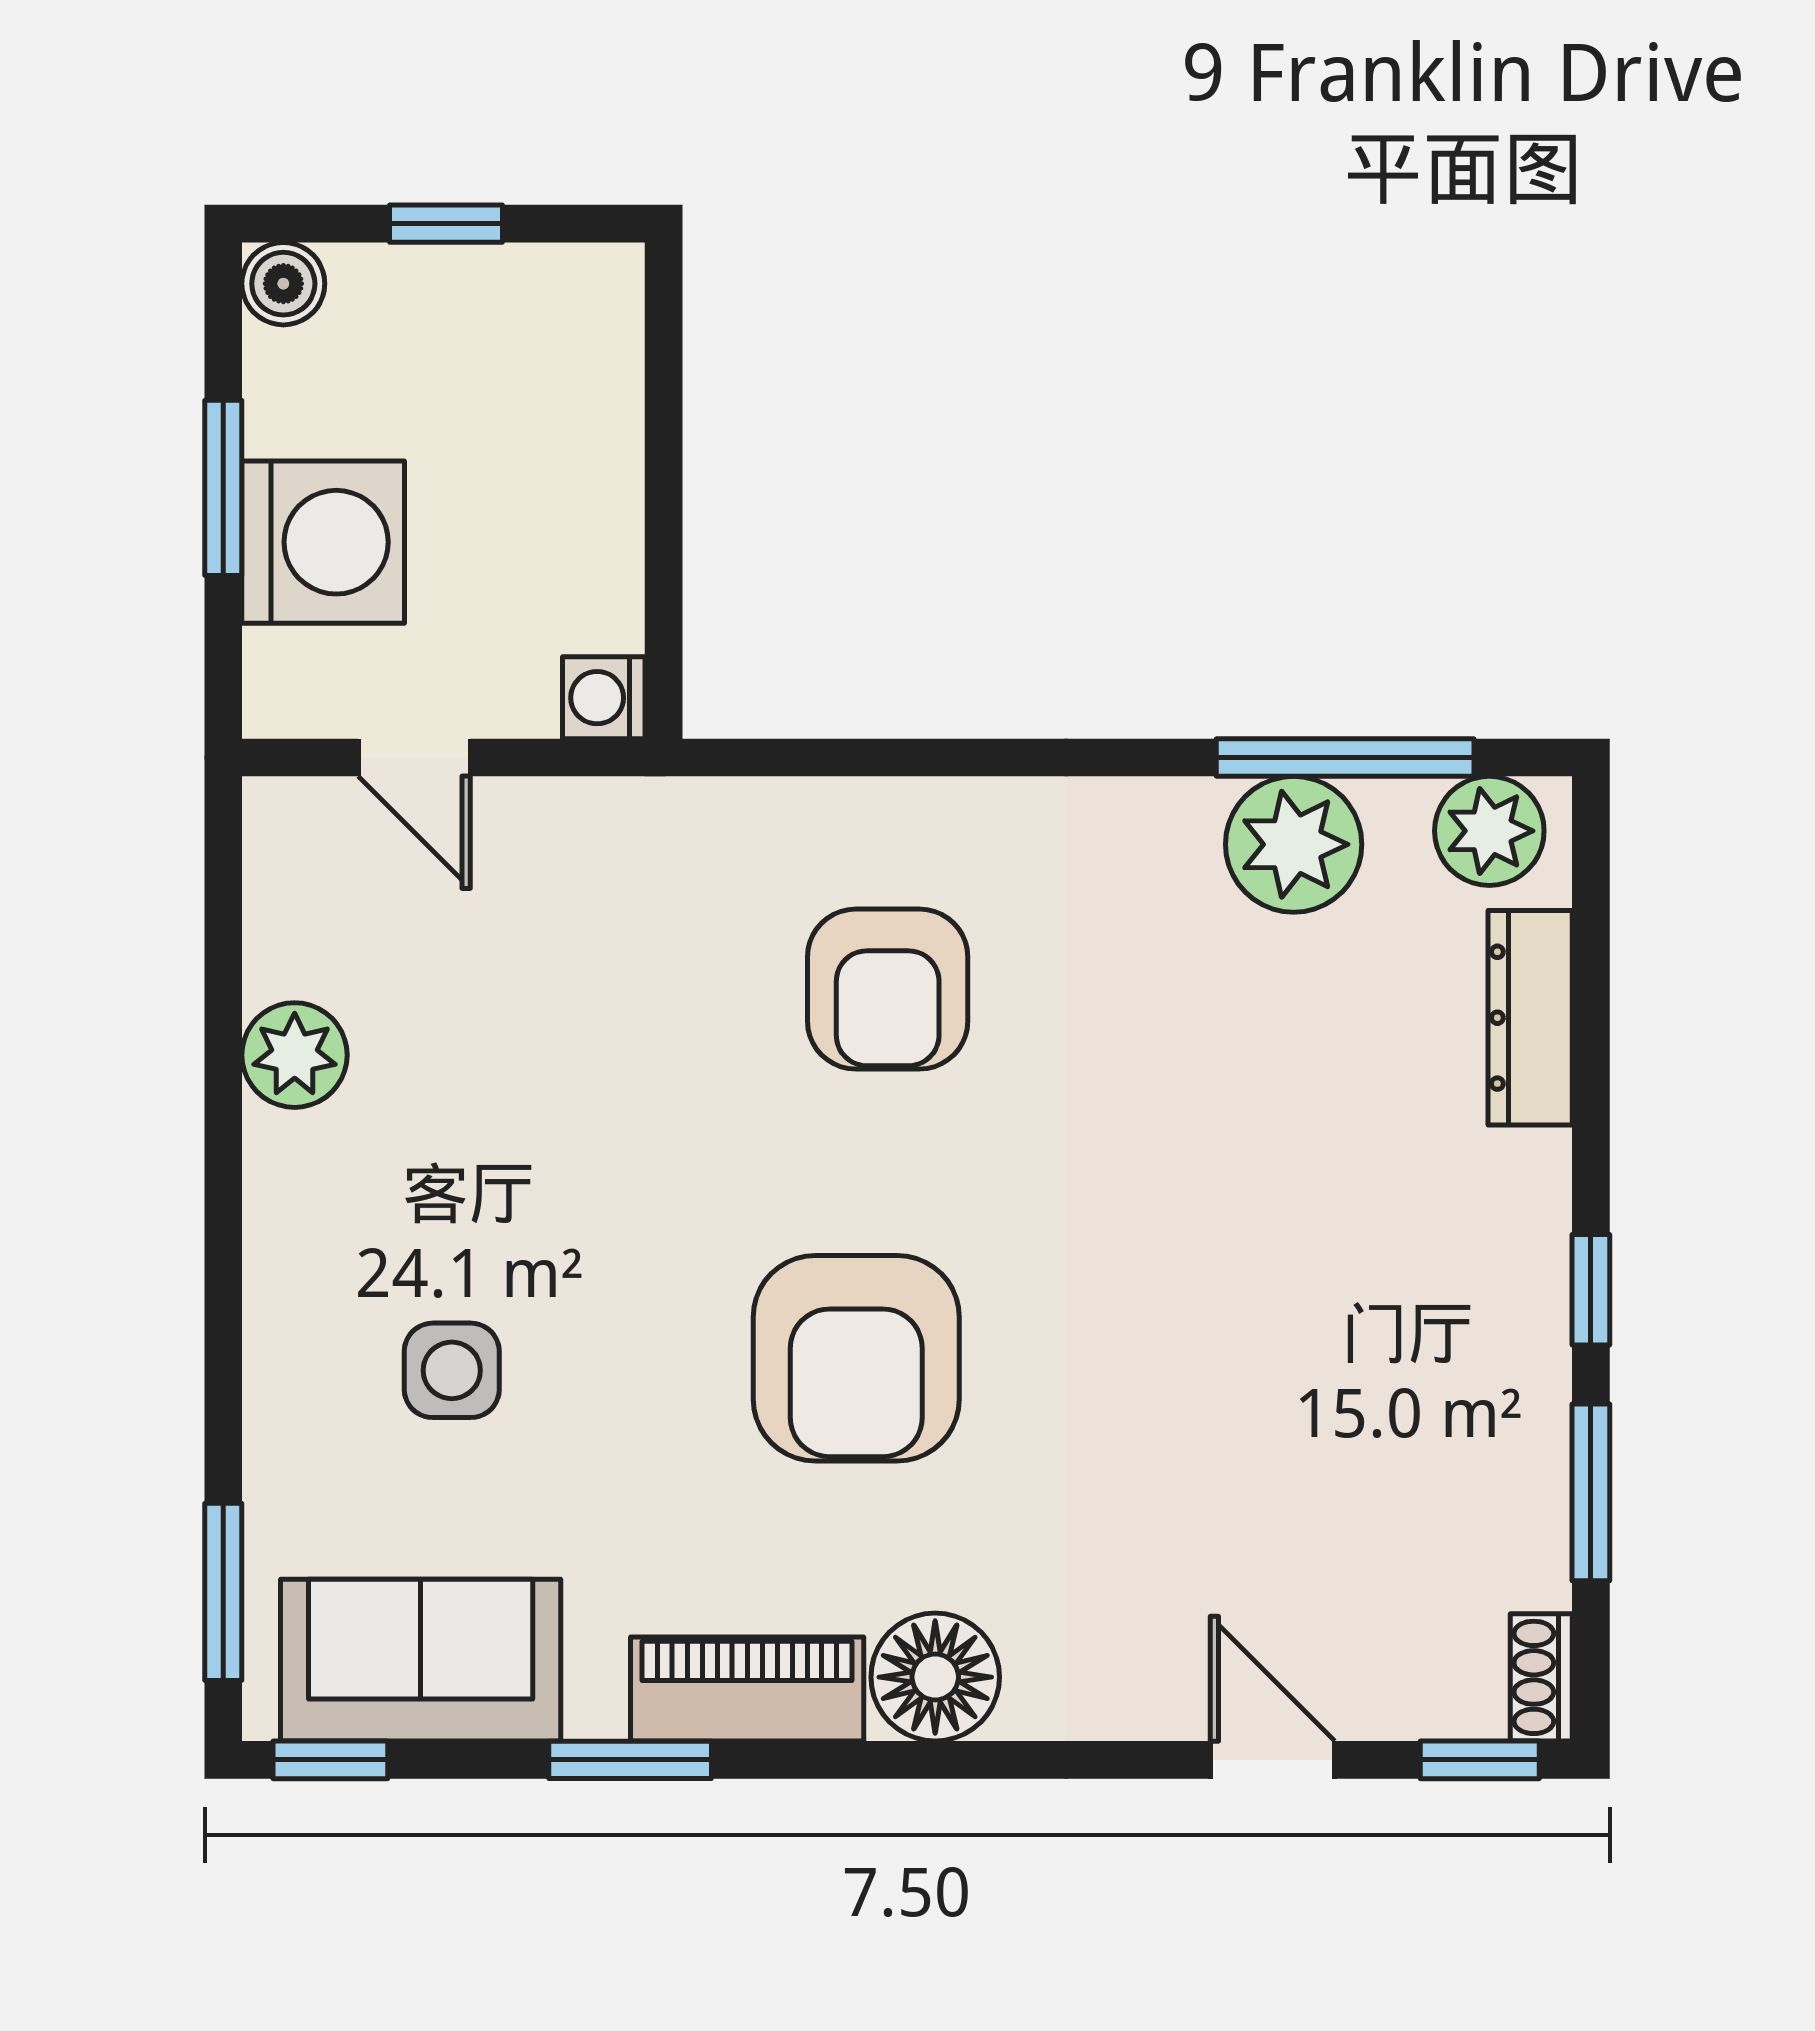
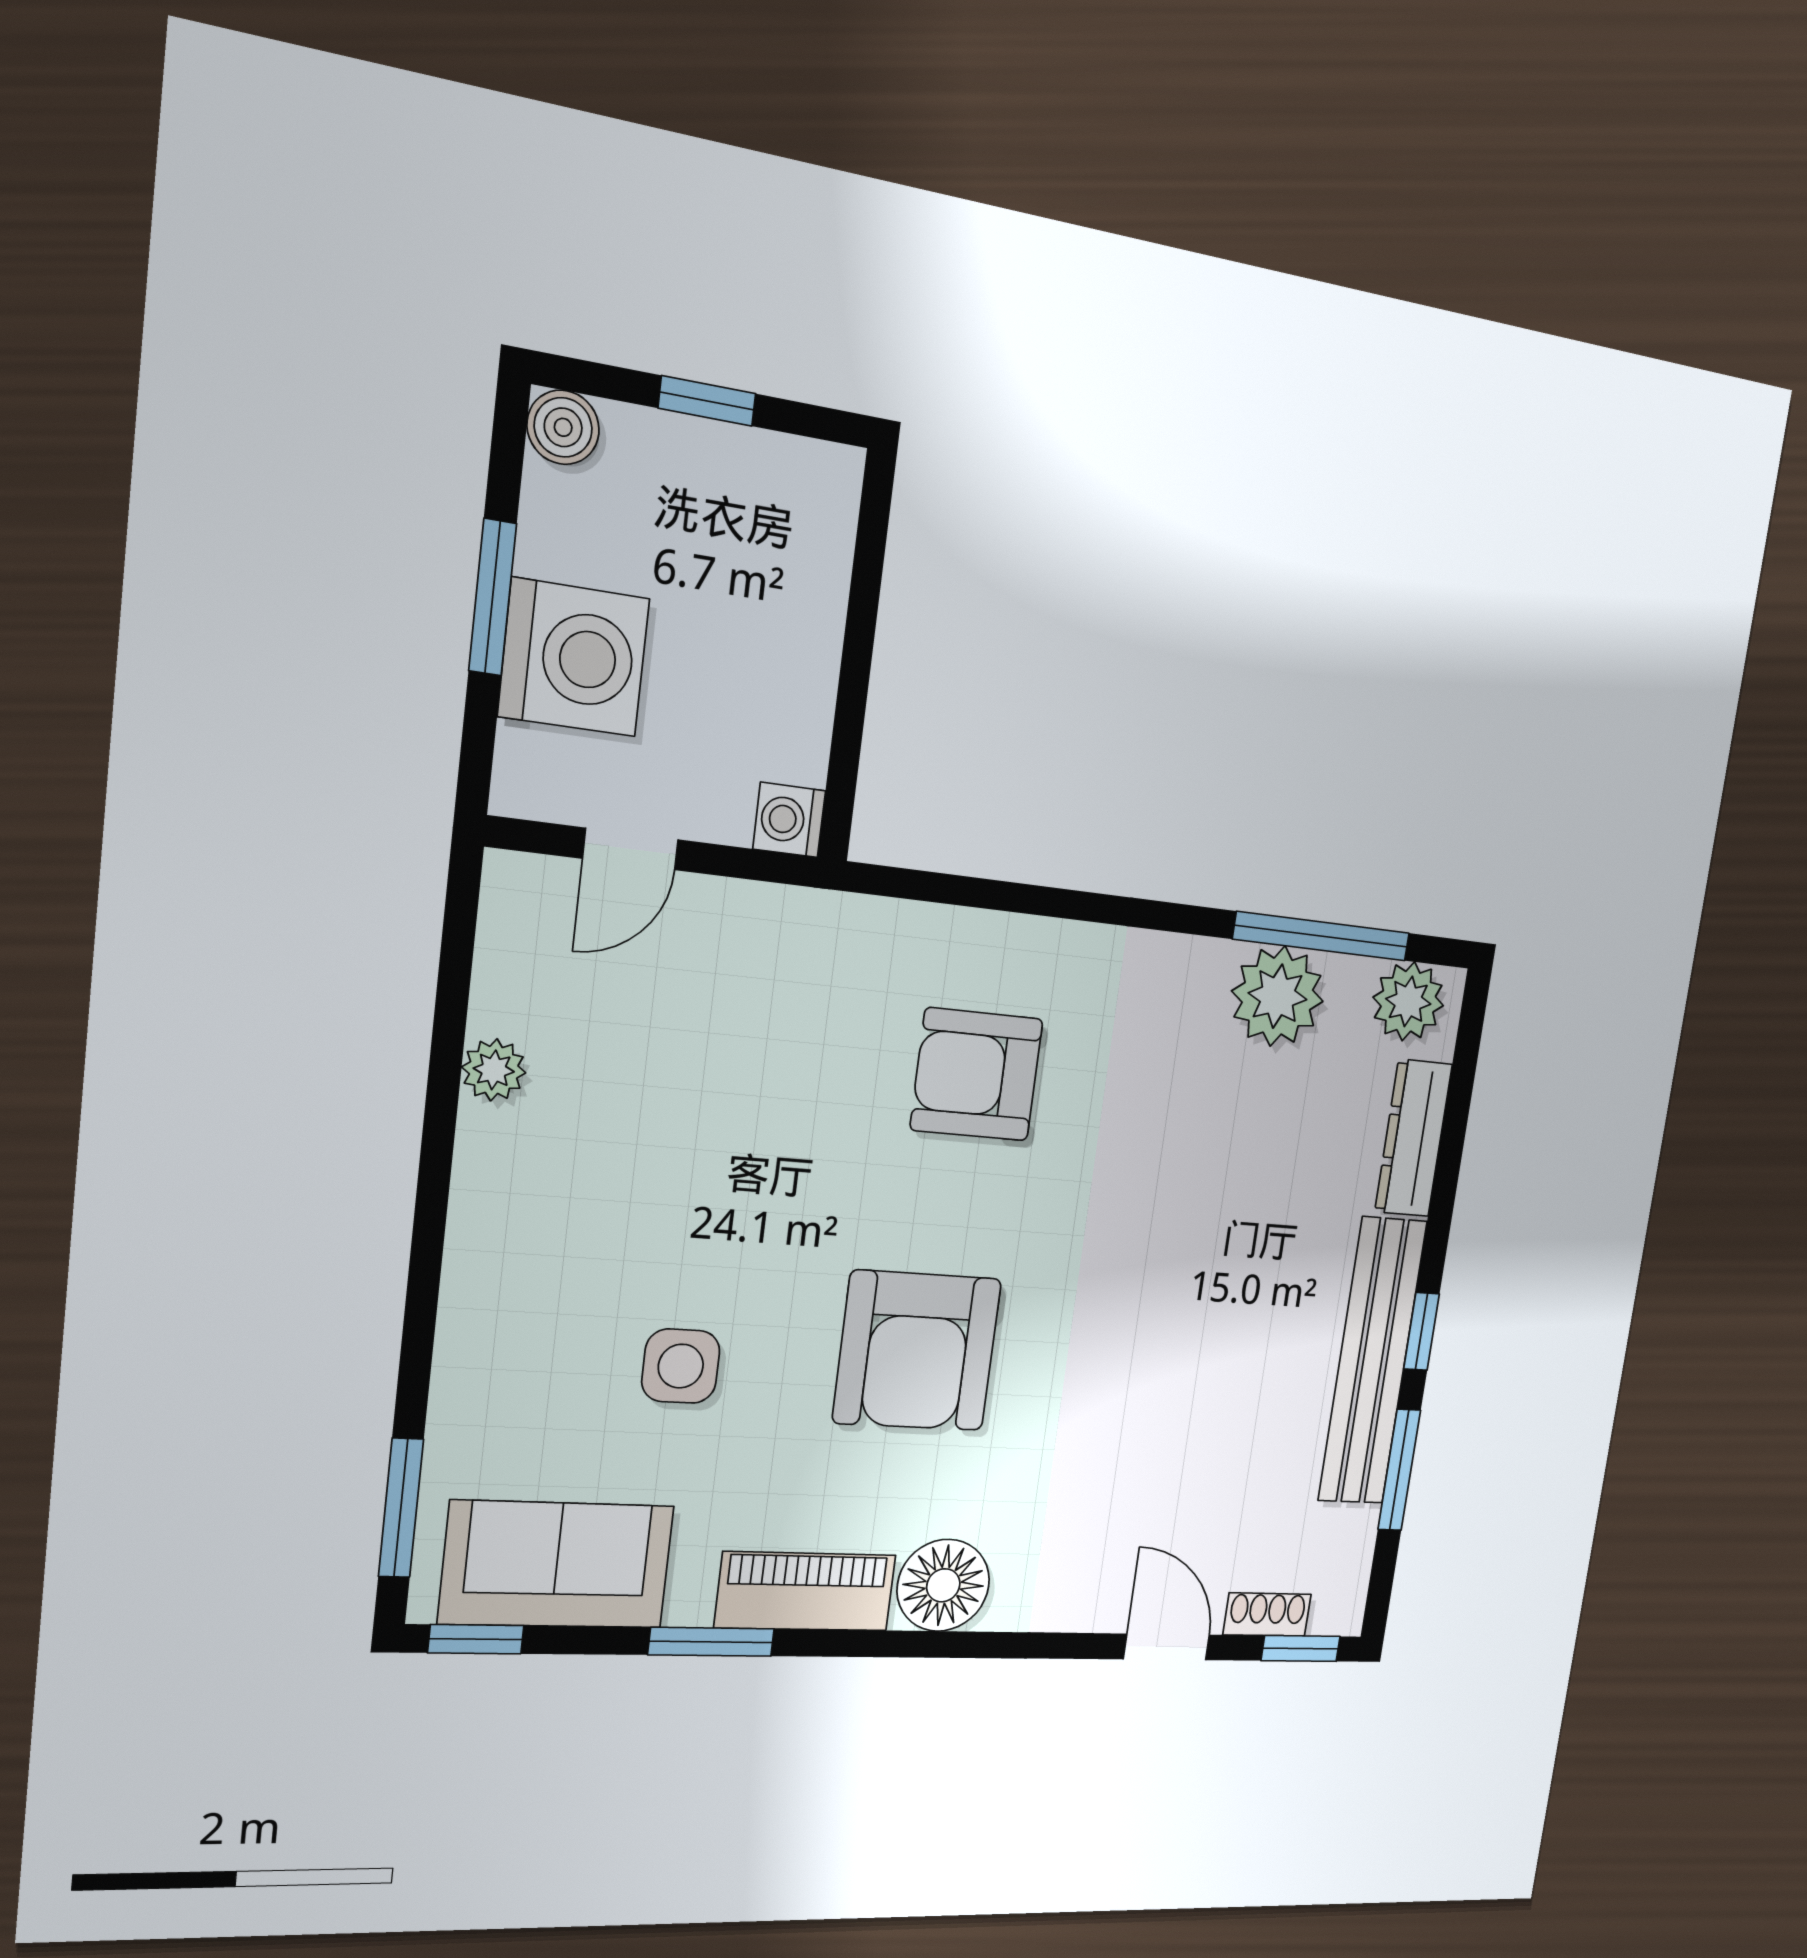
door: (414, 758) -> (631, 849), hinge flipped
armchair: (888, 989) -> (977, 1075), turned 90
plant: (295, 1055) -> (494, 1070), width x0.73, depth x0.73
bench: (1521, 1337) -> (1372, 1361), added
side table: (452, 1370) -> (681, 1366), moved
shoe rack: (1541, 1677) -> (1267, 1614), moved, turned 90

